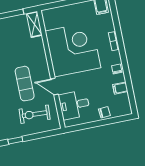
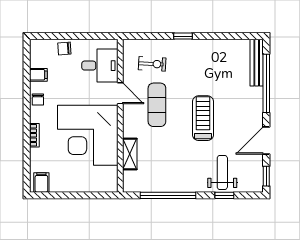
shelving: (34, 24) -> (130, 154), moved
exercise bike: (35, 114) -> (152, 64), width x0.73, depth x0.72

